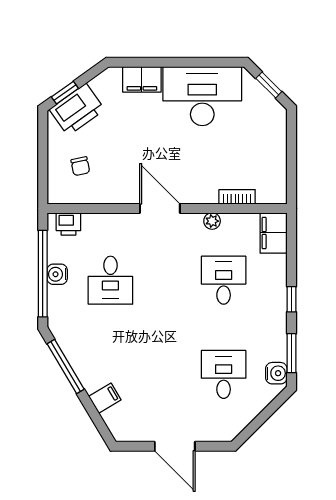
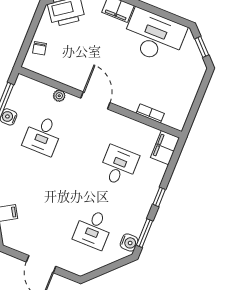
chair: (80, 166) -> (40, 48), moved
plant: (212, 221) -> (59, 96), moved
printer: (68, 224) -> (30, 86), removed
desk: (224, 374) -> (93, 229), turned 180

